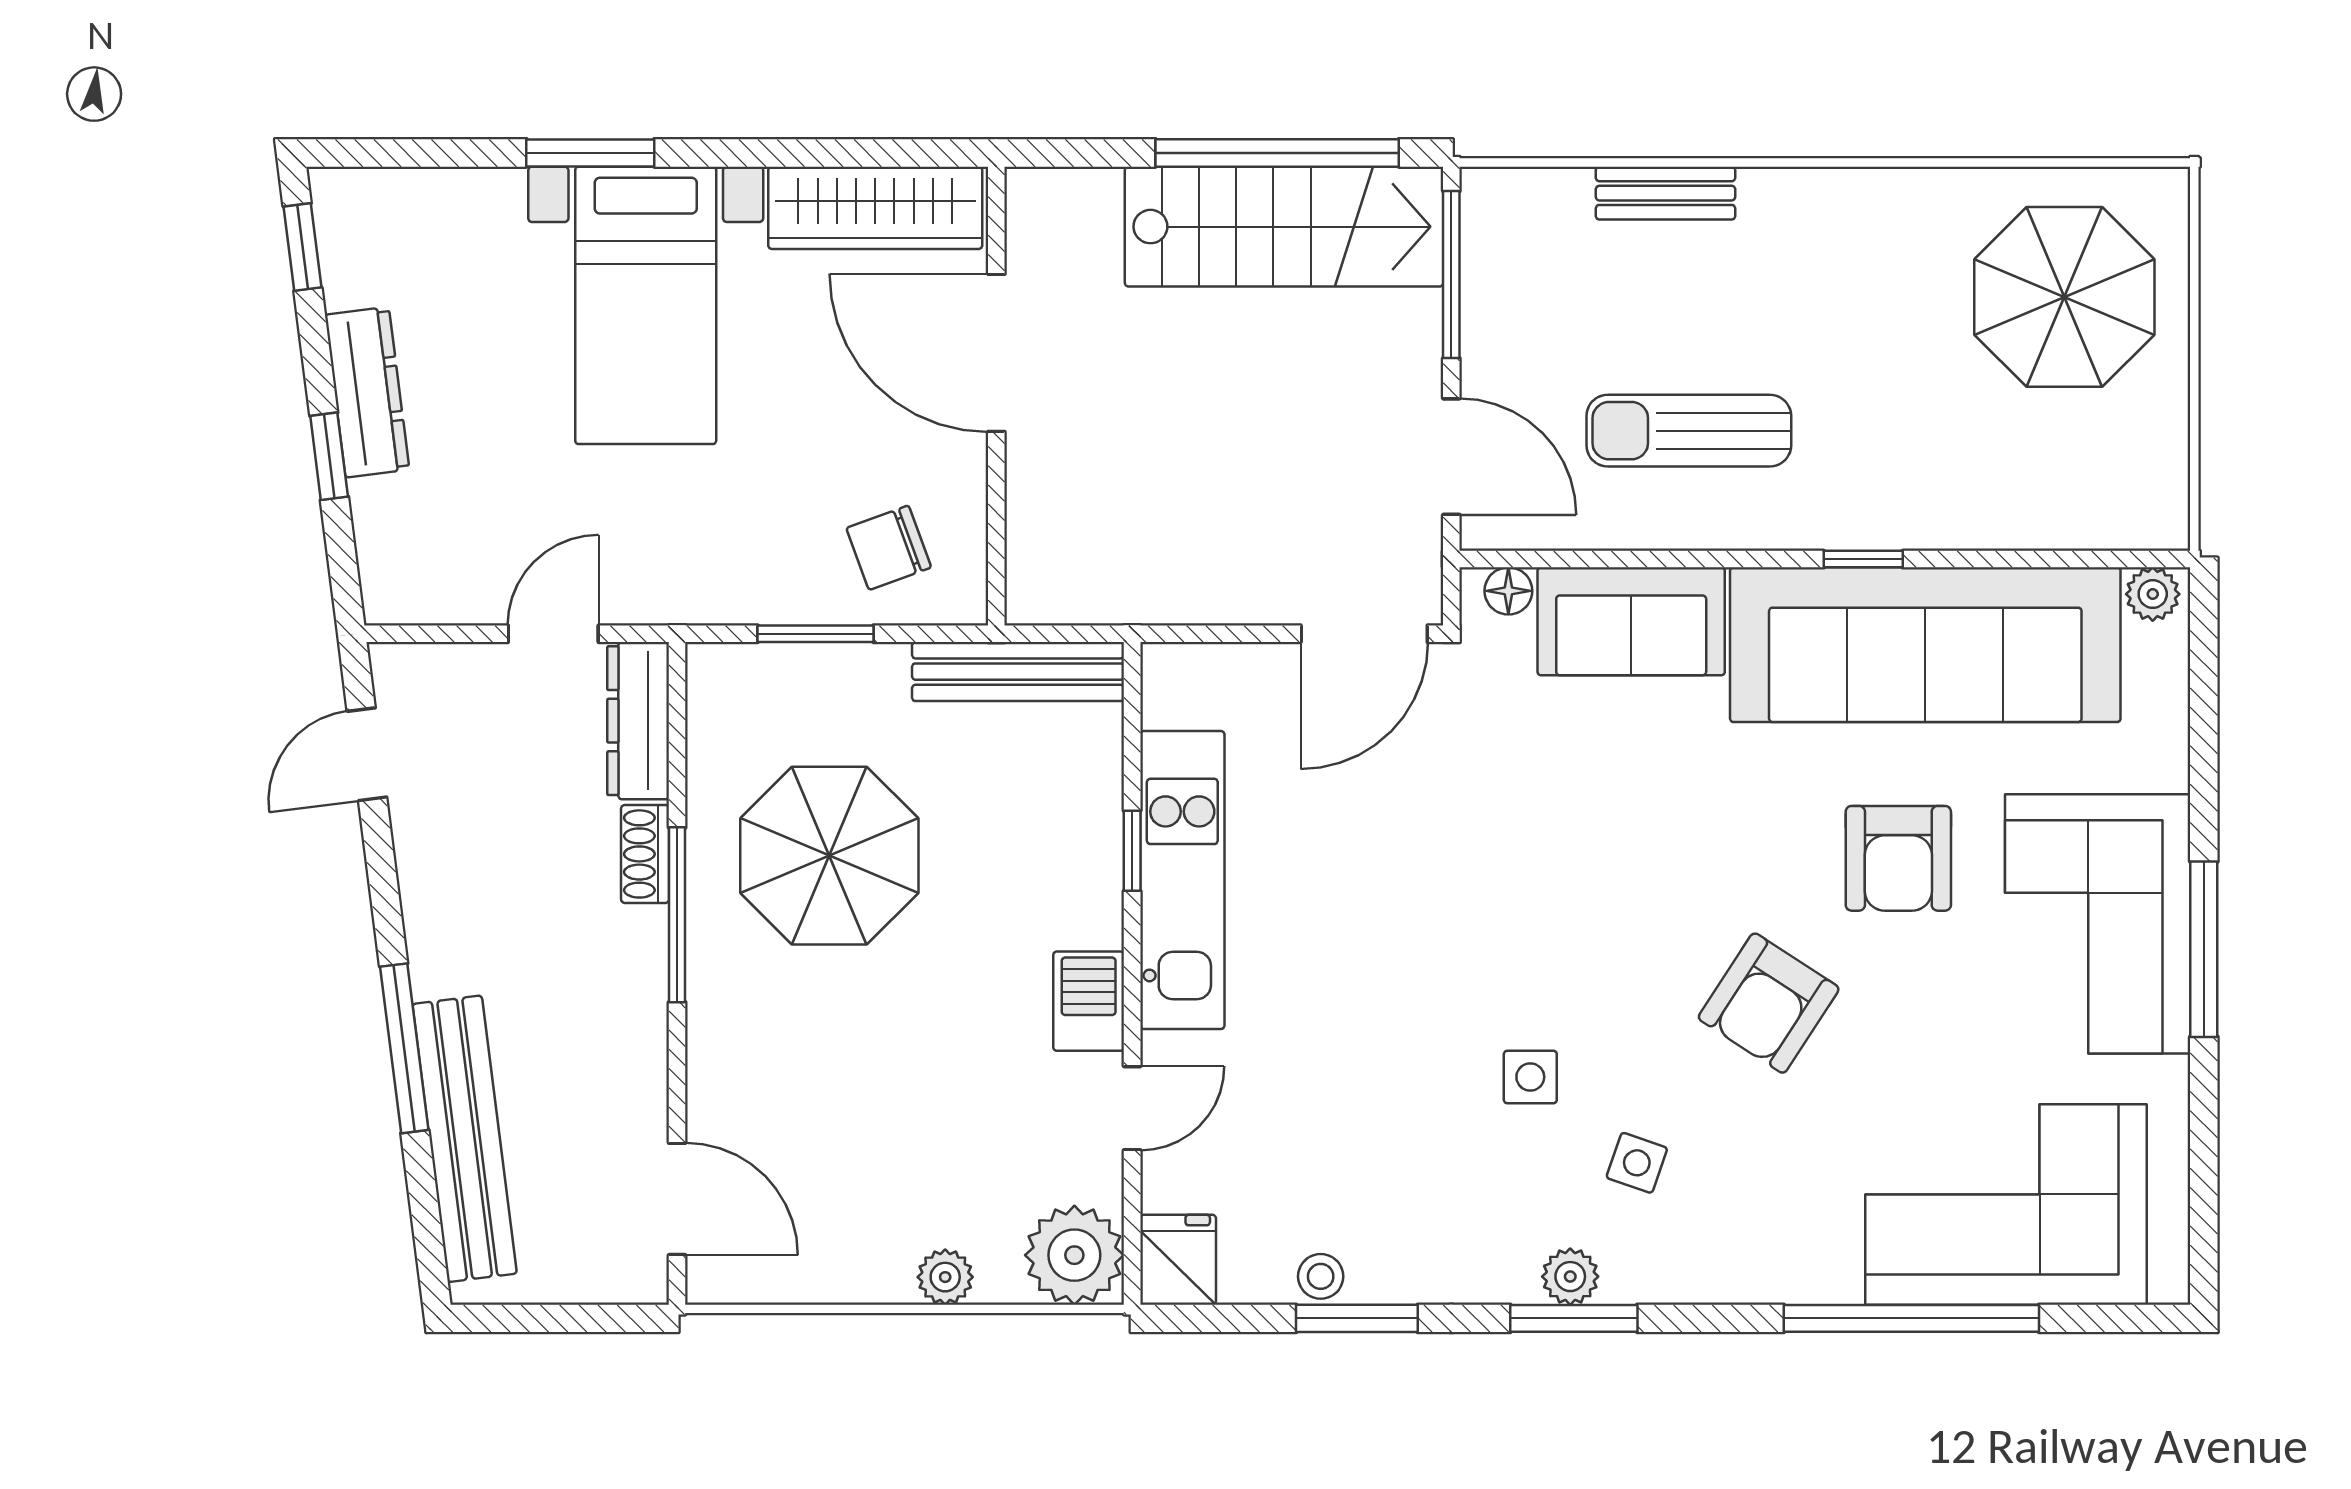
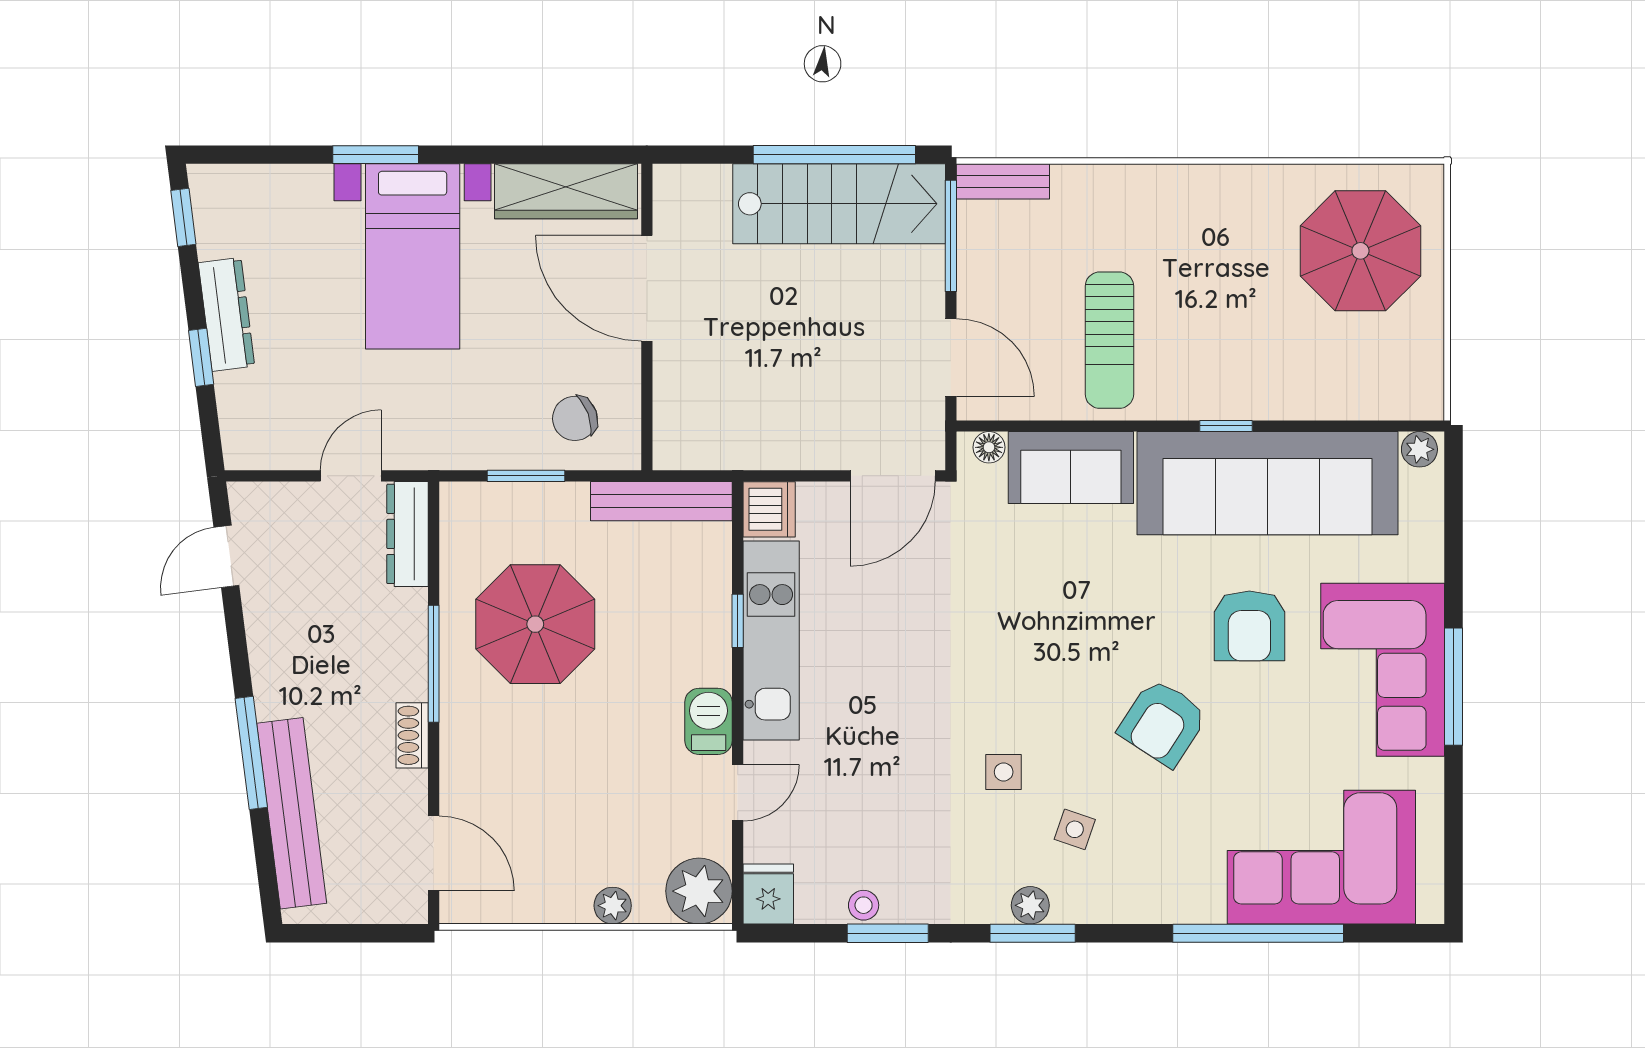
bench: (1666, 193) -> (1003, 181), moved
sun lounger: (1689, 431) -> (1109, 340), turned -90
dishwasher: (1179, 684) -> (769, 509), added
shoe rack: (645, 854) -> (412, 735), moved

